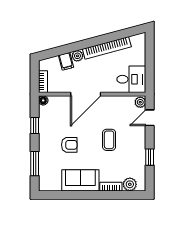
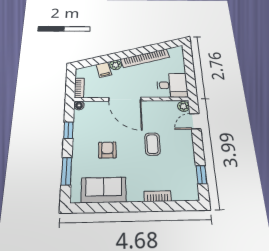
door: (86, 94) -> (125, 99), hinge flipped
armchair: (69, 145) -> (107, 150), turned -90
window: (150, 157) -> (201, 175), moved
sofa: (80, 180) -> (104, 190), moved
plant: (130, 184) -> (180, 193), removed

